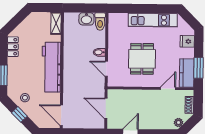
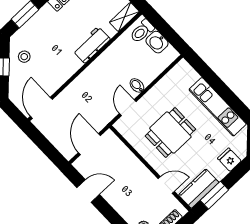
toilet: (100, 21) -> (142, 31), moved
workbench: (51, 67) -> (91, 45), width x0.53, depth x0.76

